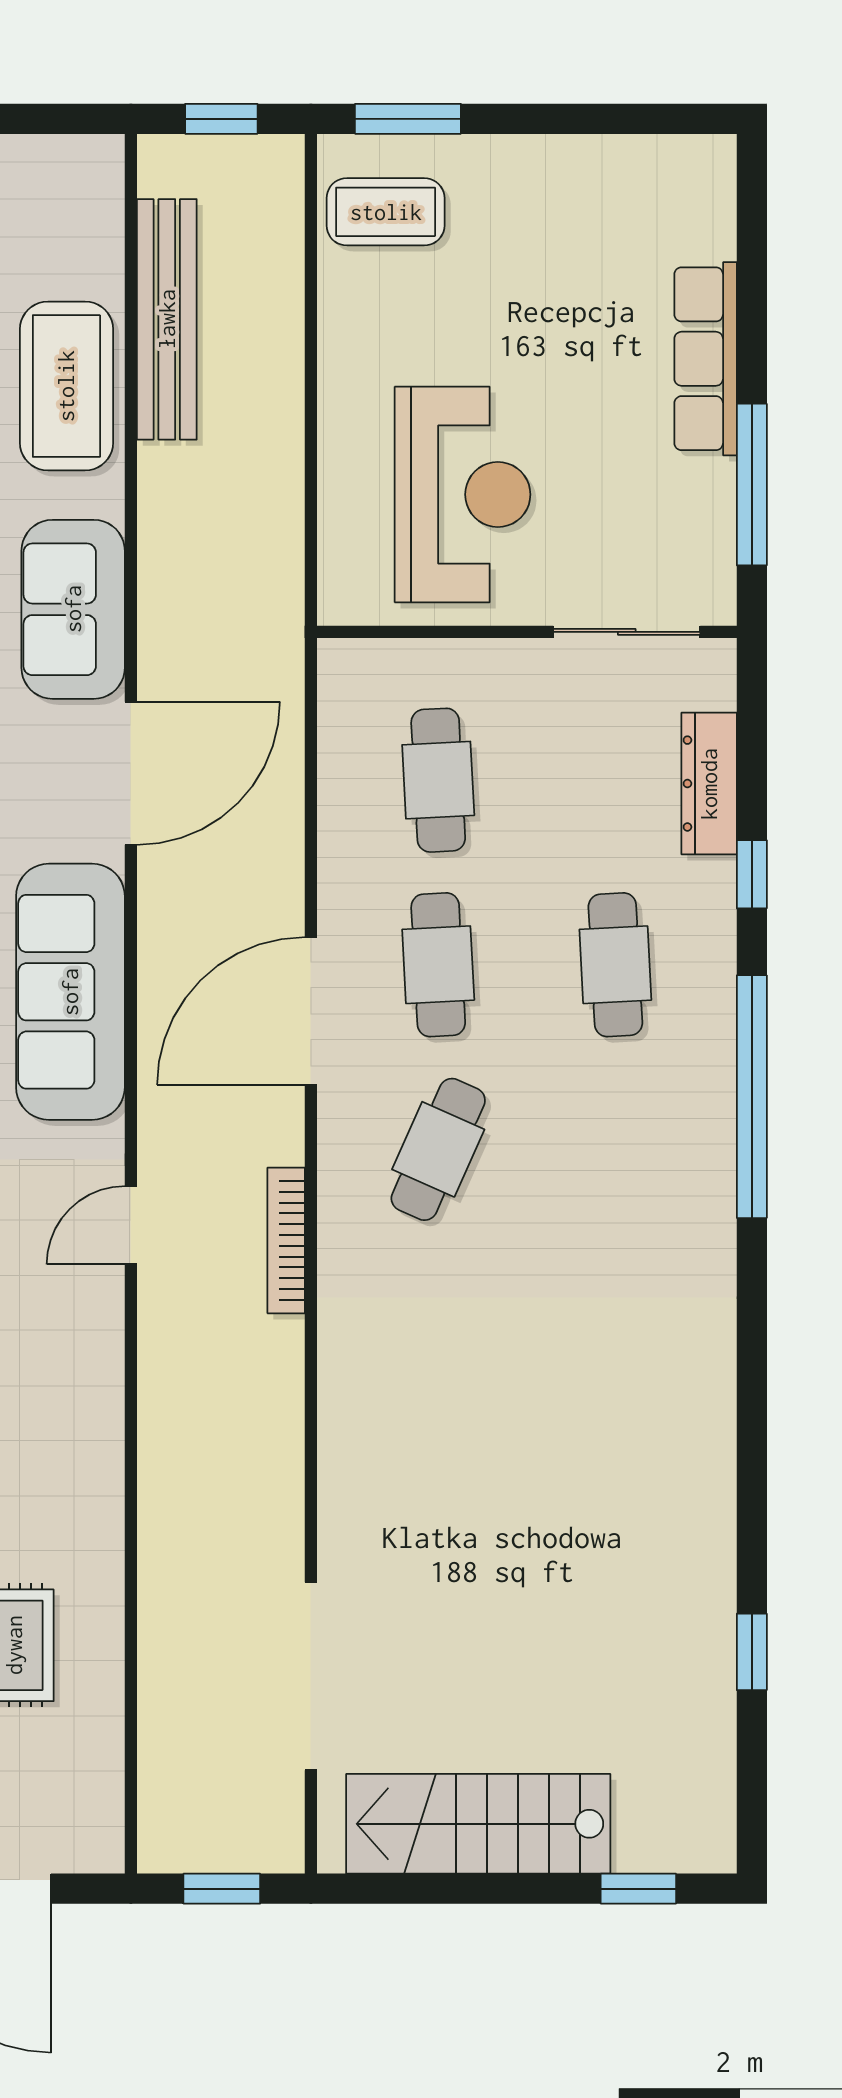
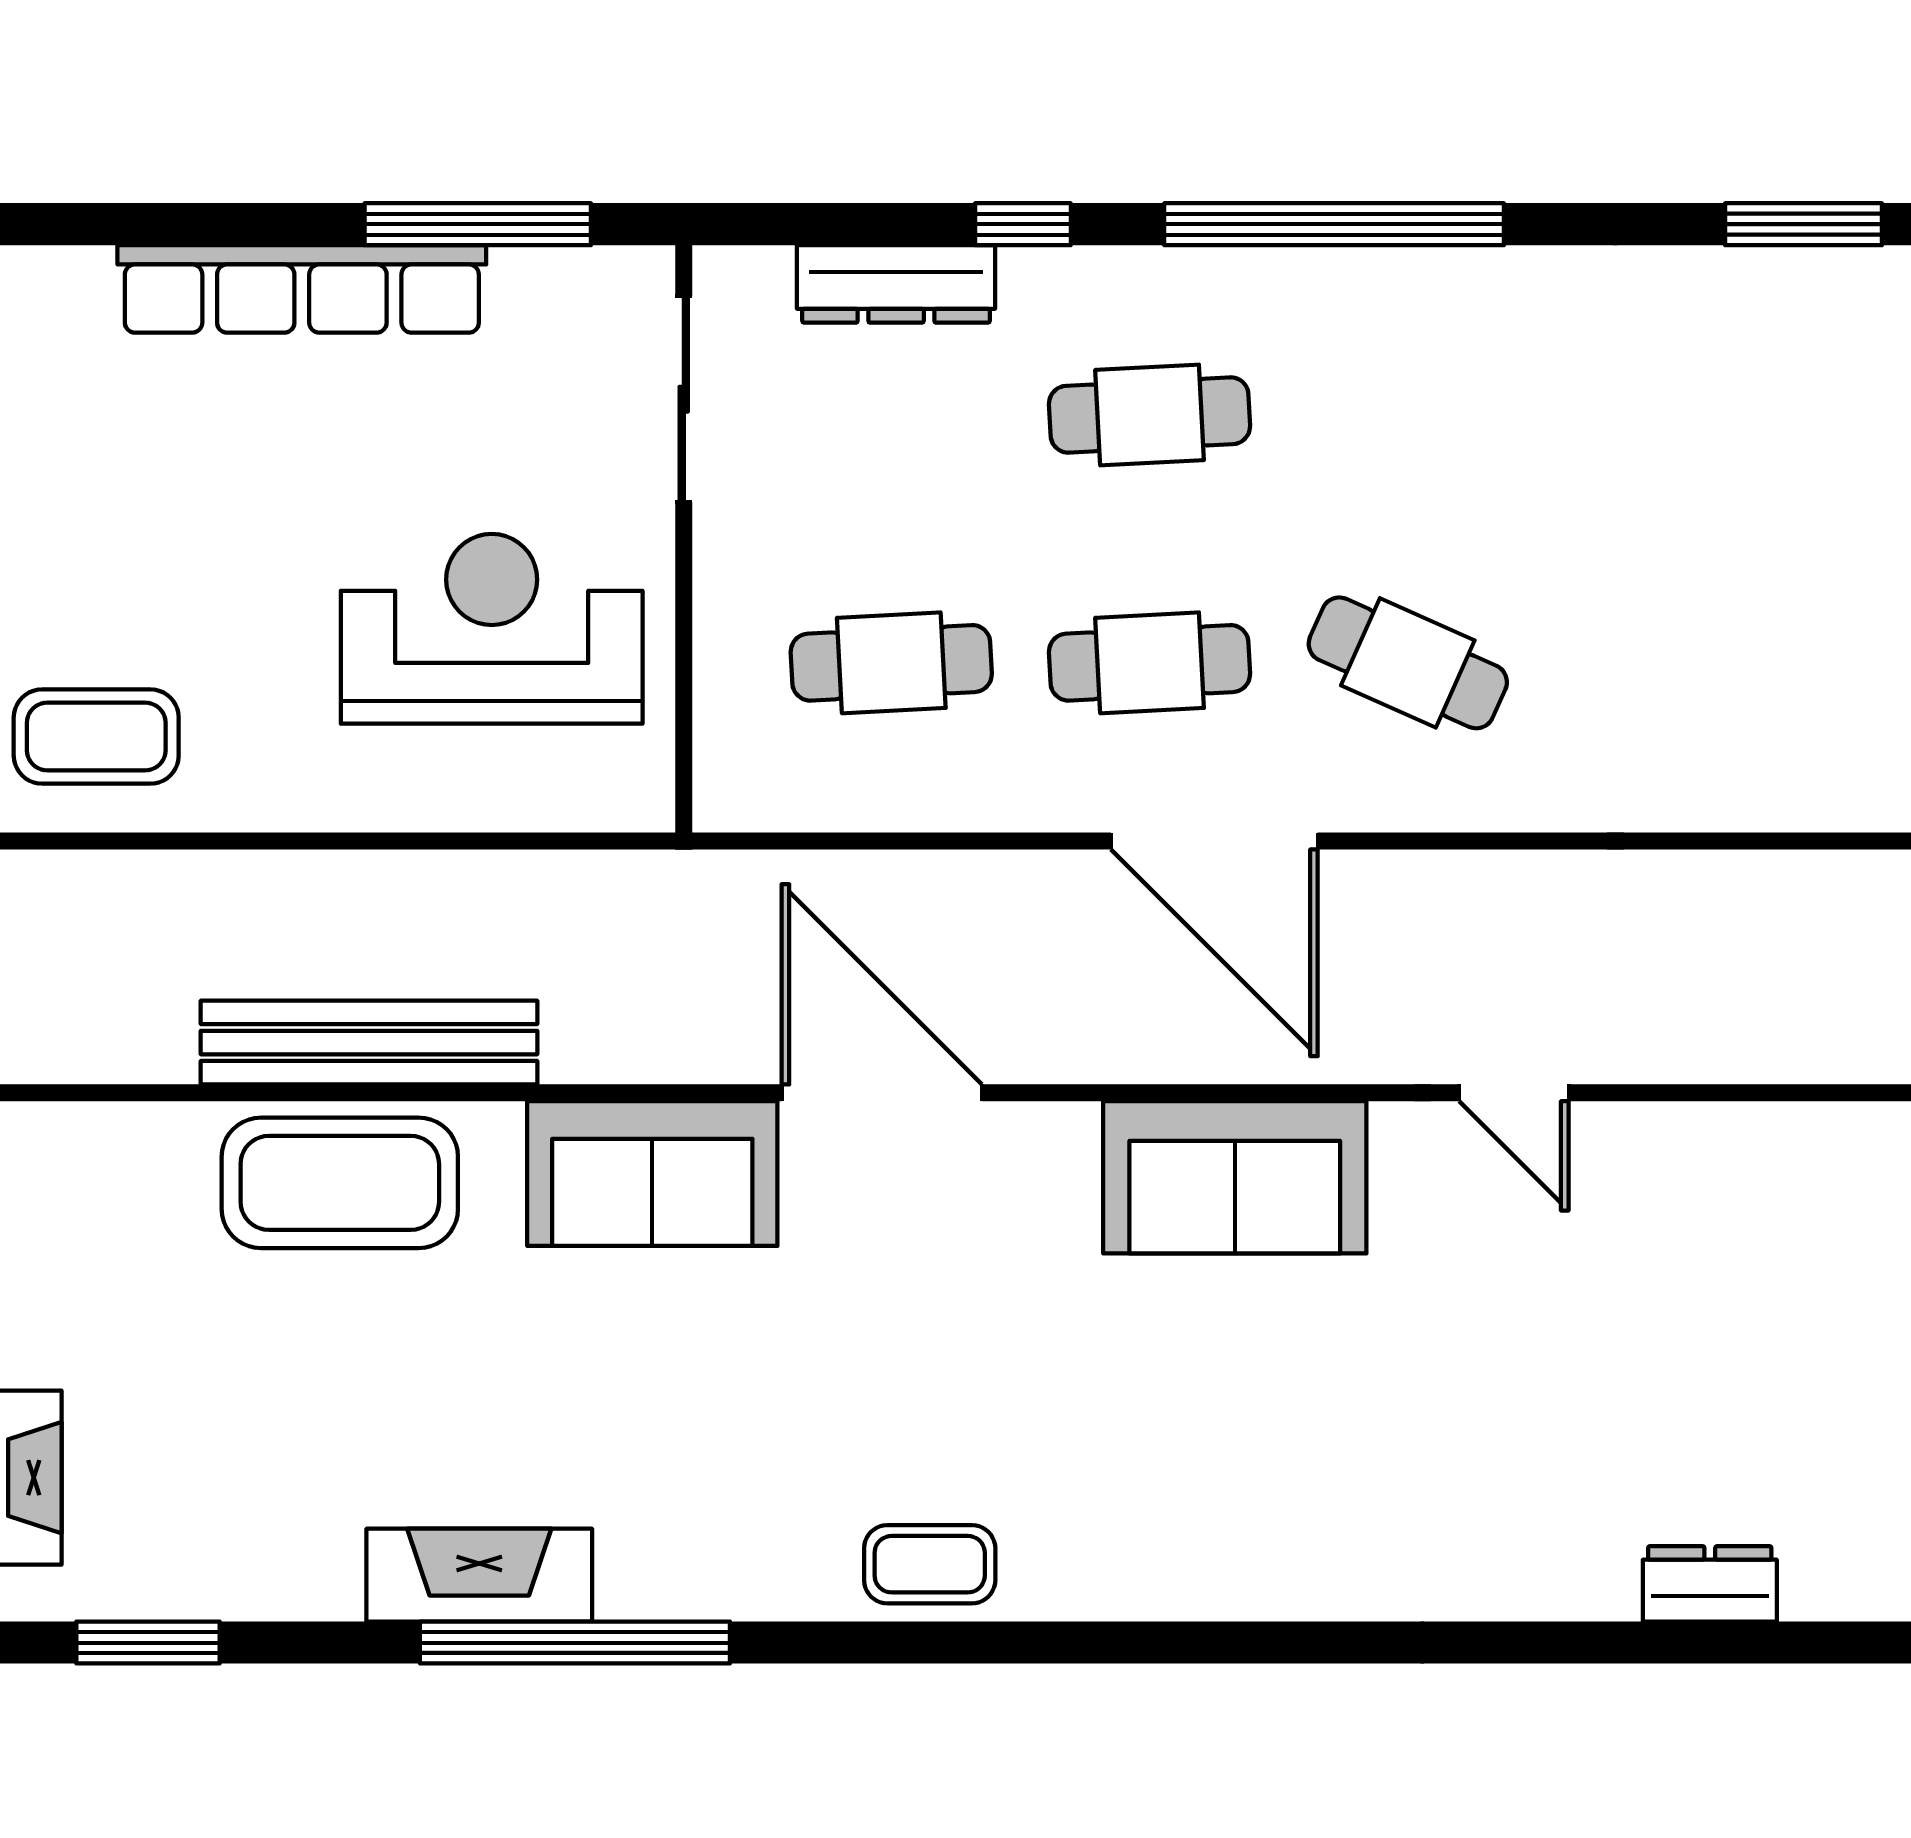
coffee table: (386, 212) -> (96, 737), turned 90
bench: (167, 319) -> (369, 1043), moved
row of seats: (706, 359) -> (302, 289), width x1.36
sofa: (70, 992) -> (1235, 1177), width x0.73
bookcase: (286, 1240) -> (1535, 876), removed
window: (752, 1432) -> (1804, 224), added

